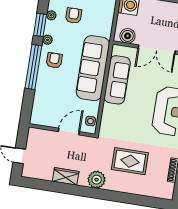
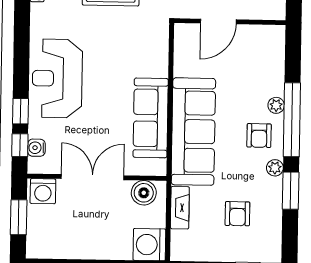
plant: (51, 15) -> (276, 105), moved
fireplace: (107, 24) -> (180, 208), added
side table: (90, 121) -> (185, 44), removed

